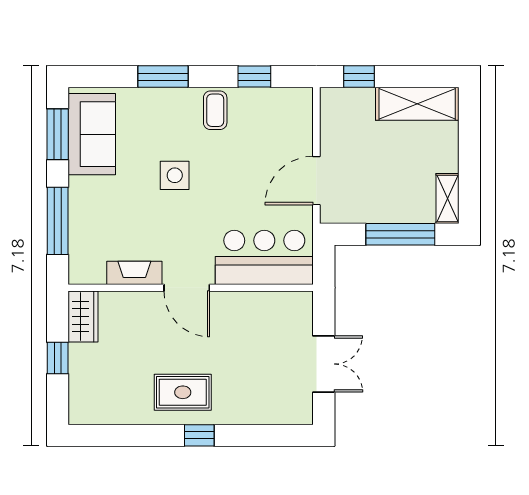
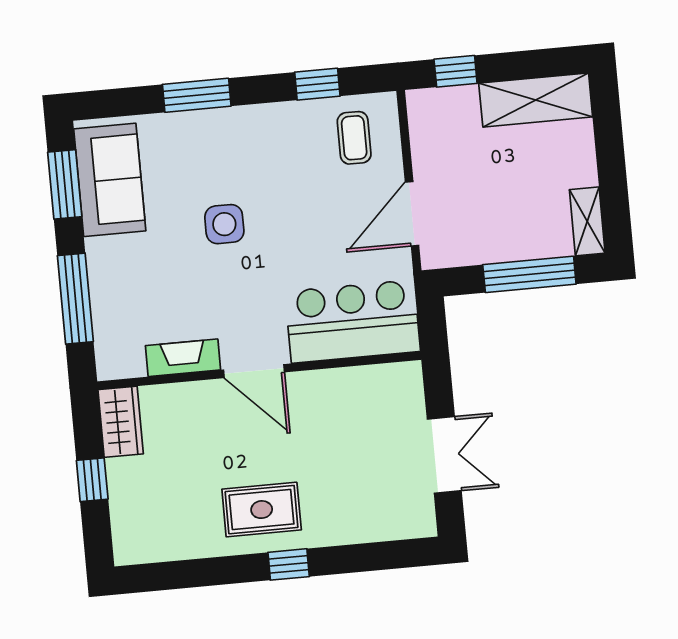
coffee table: (215, 110) -> (354, 138), moved

